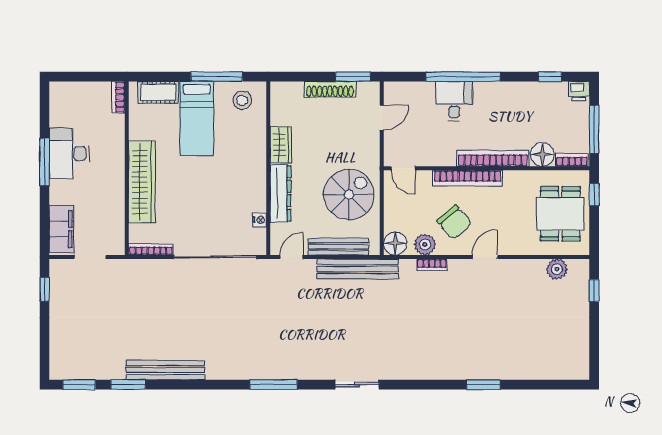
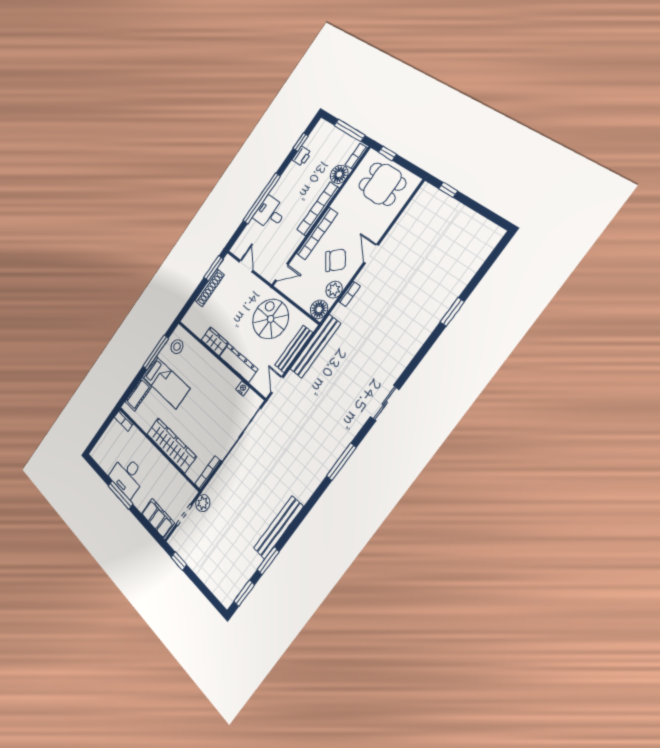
printer: (579, 91) -> (302, 156), moved
plant: (557, 269) -> (203, 503), moved

